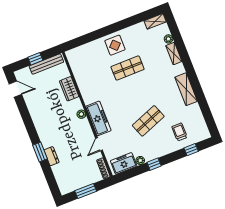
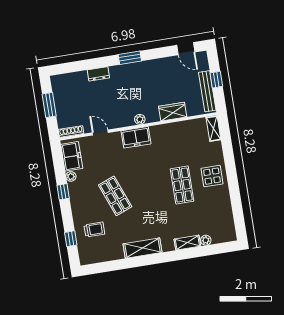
shelving: (155, 21) -> (213, 129), moved
door: (15, 89) -> (186, 49), hinge flipped
freezer: (98, 118) -> (136, 137), width x0.71
window: (40, 152) -> (130, 58), moved

